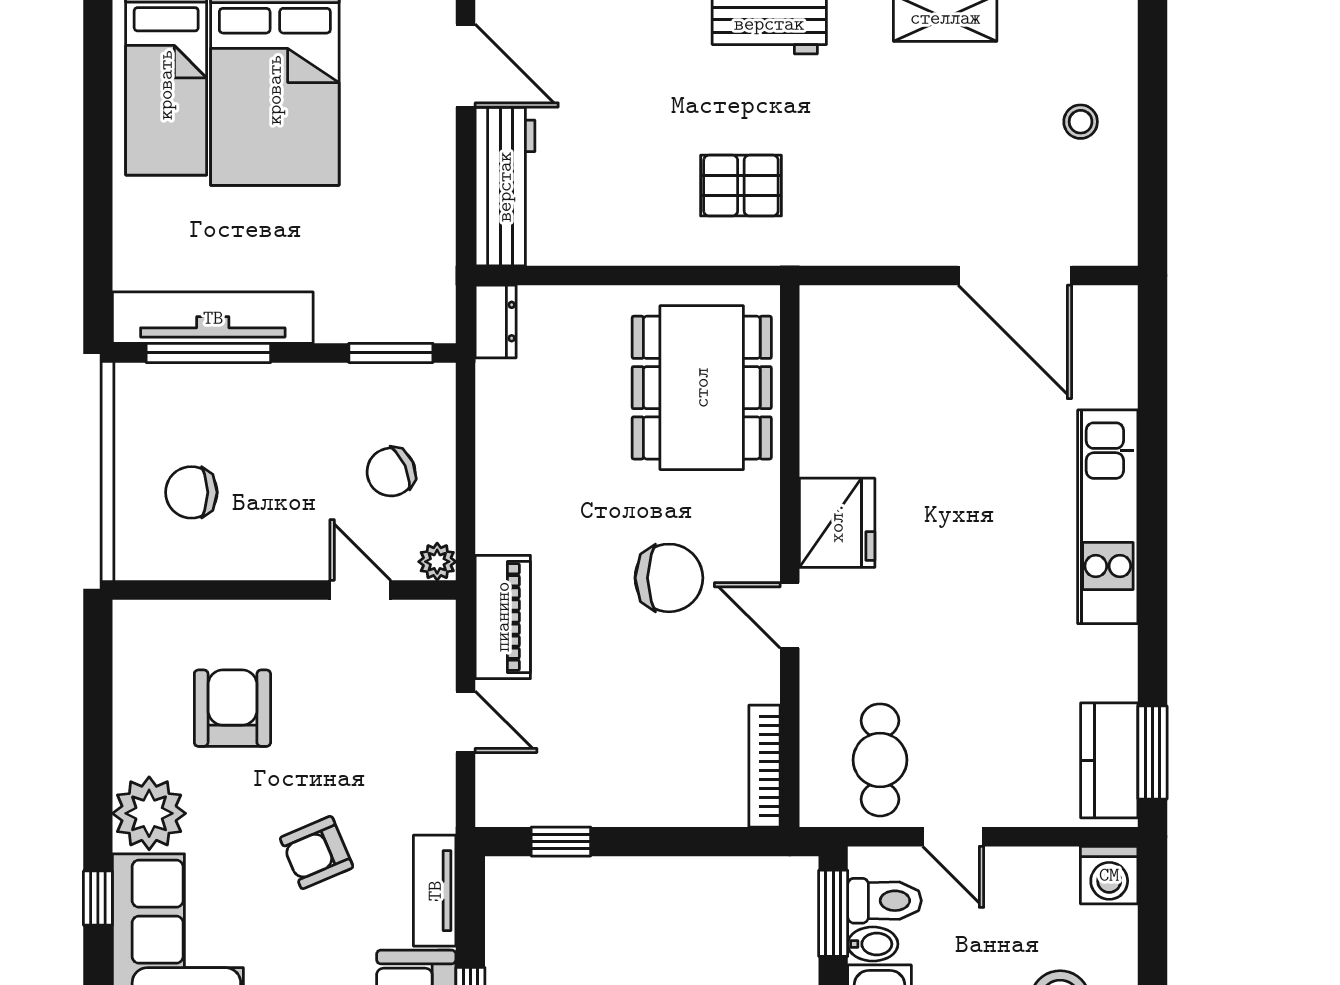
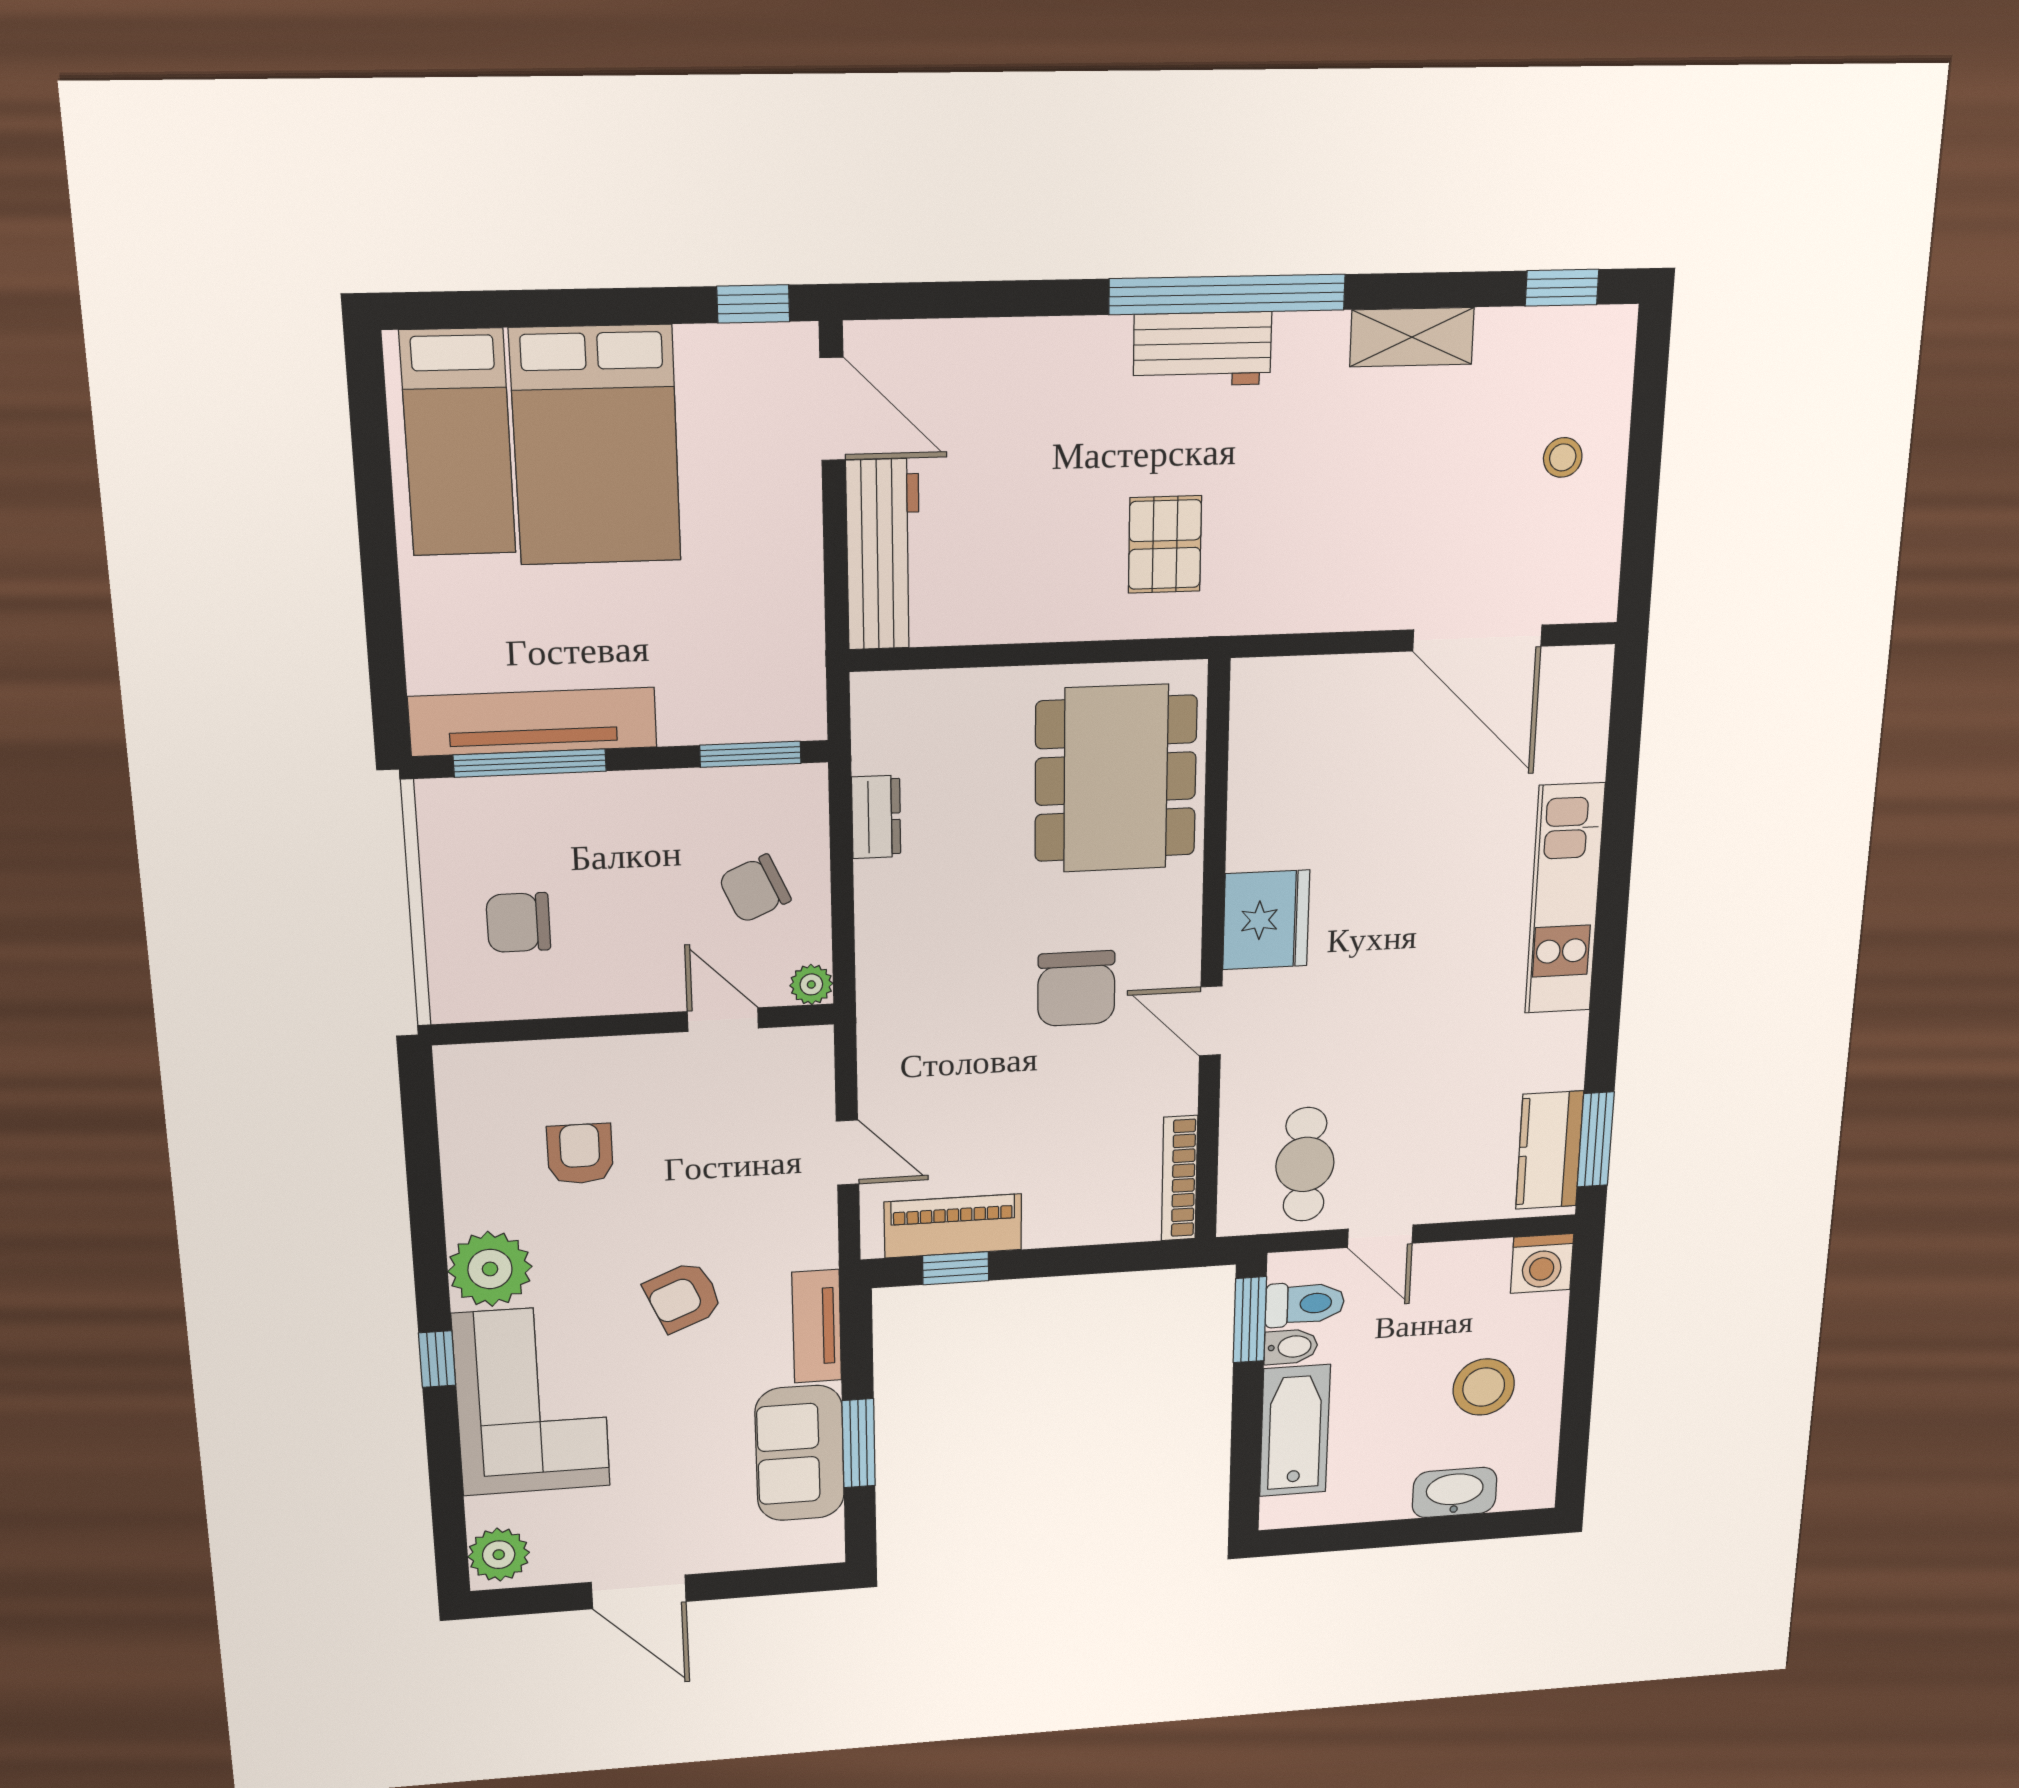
pallet: (741, 186) -> (1165, 545), turned 90
dresser: (496, 322) -> (876, 817), moved
chair: (669, 578) -> (1076, 988), turned 90
piano: (503, 617) -> (953, 1226), moved, turned -90
armchair: (232, 708) -> (580, 1154), width x0.72, depth x0.72

